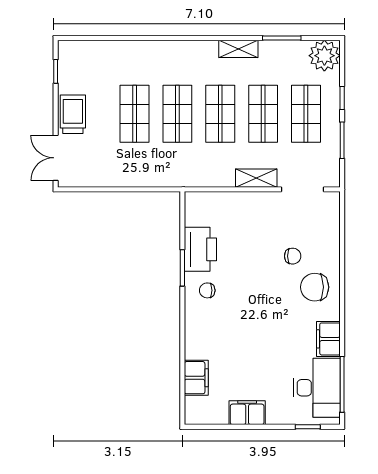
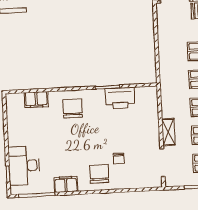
chair: (207, 290) -> (73, 108), moved, width x1.87, depth x1.87
desk: (317, 388) -> (24, 166), moved, turned 90
filing cabinet: (247, 413) -> (15, 134), removed

